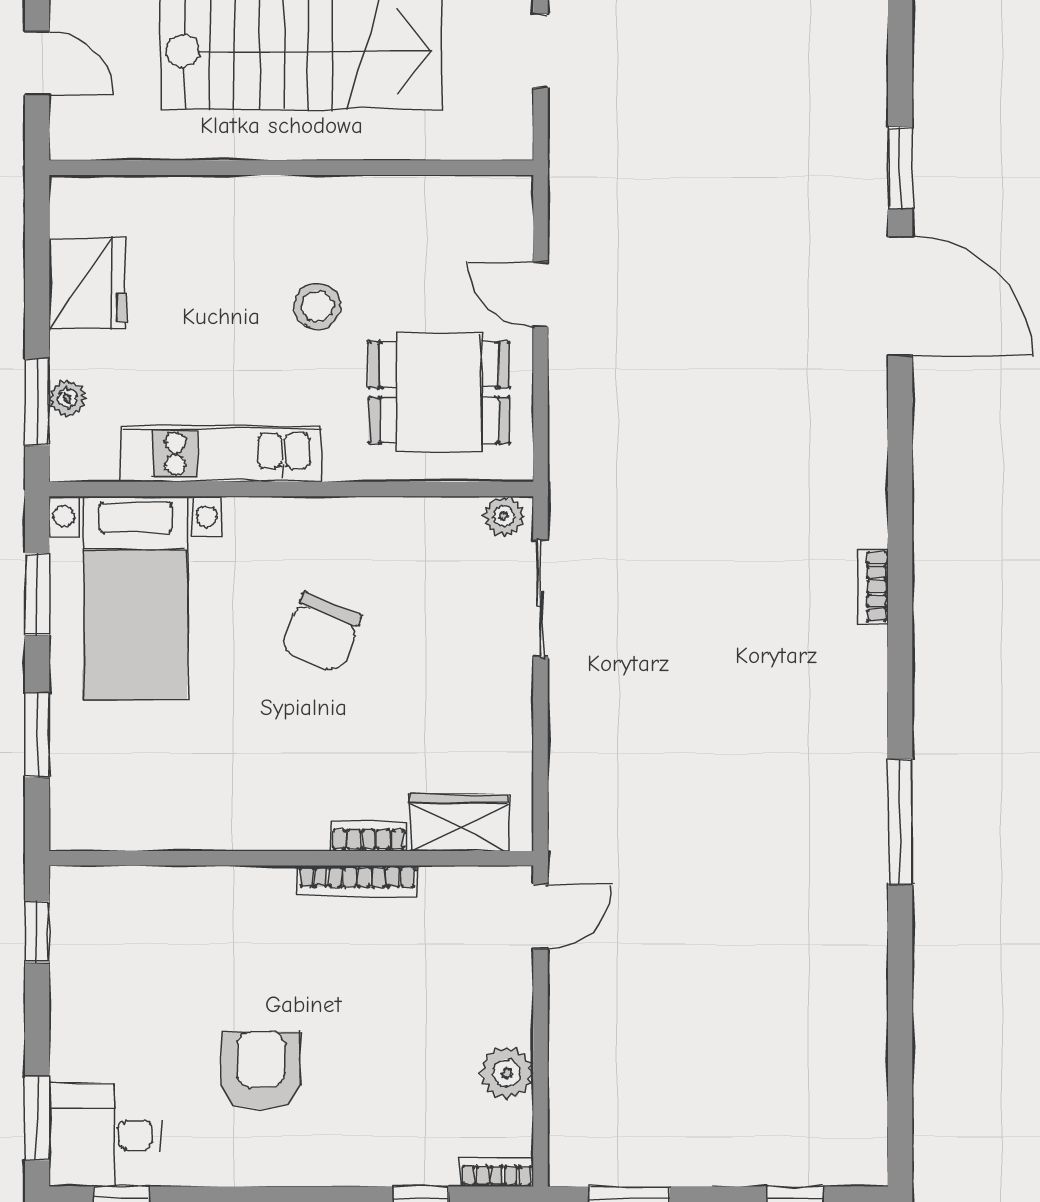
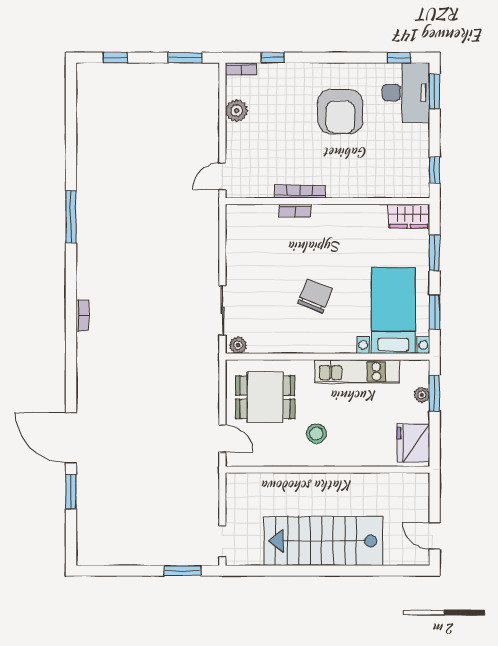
wall: (291, 168) -> (328, 470), moved
wardrobe: (460, 823) -> (409, 216), moved
armchair: (261, 1071) -> (340, 112), width x1.36, depth x1.36
desk: (105, 1135) -> (406, 93), width x1.37

